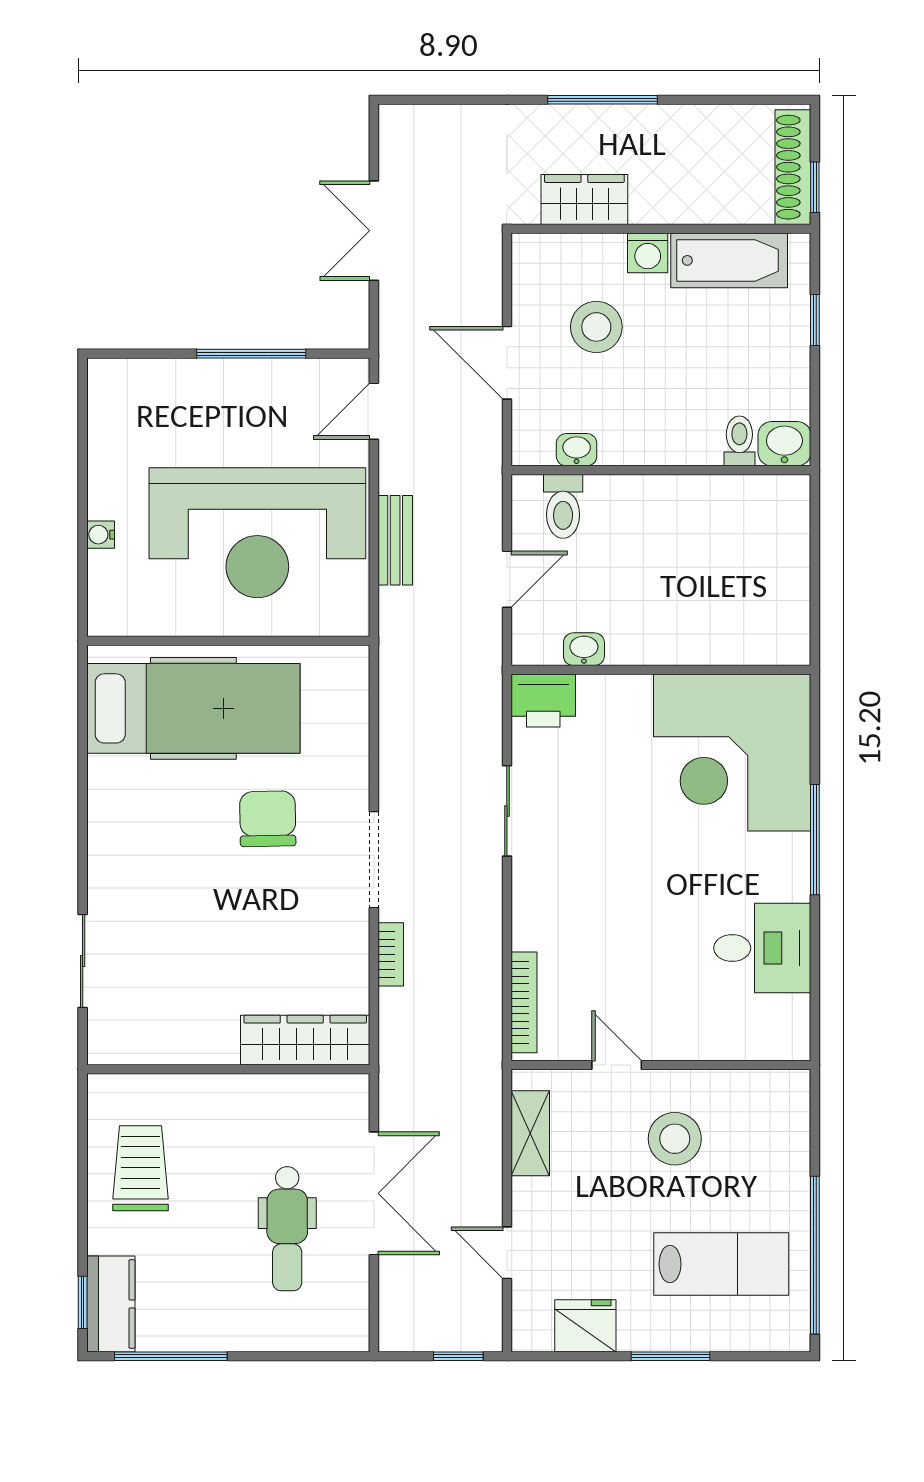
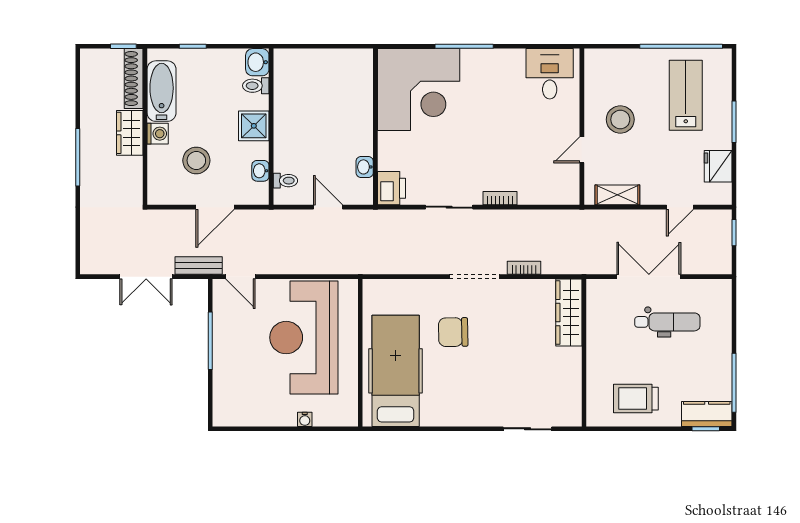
shoe rack: (793, 167) -> (134, 79), moved, turned 90
wardrobe: (584, 200) -> (130, 133), moved
shower: (663, 437) -> (254, 126), added
toilet: (563, 506) -> (285, 181), width x0.73, depth x0.72
reception desk: (257, 533) -> (304, 338), turned 180
bench: (395, 540) -> (199, 266), moved
desk: (762, 948) -> (550, 74), moved
bookcase: (524, 1002) -> (500, 198), moved, width x0.64

